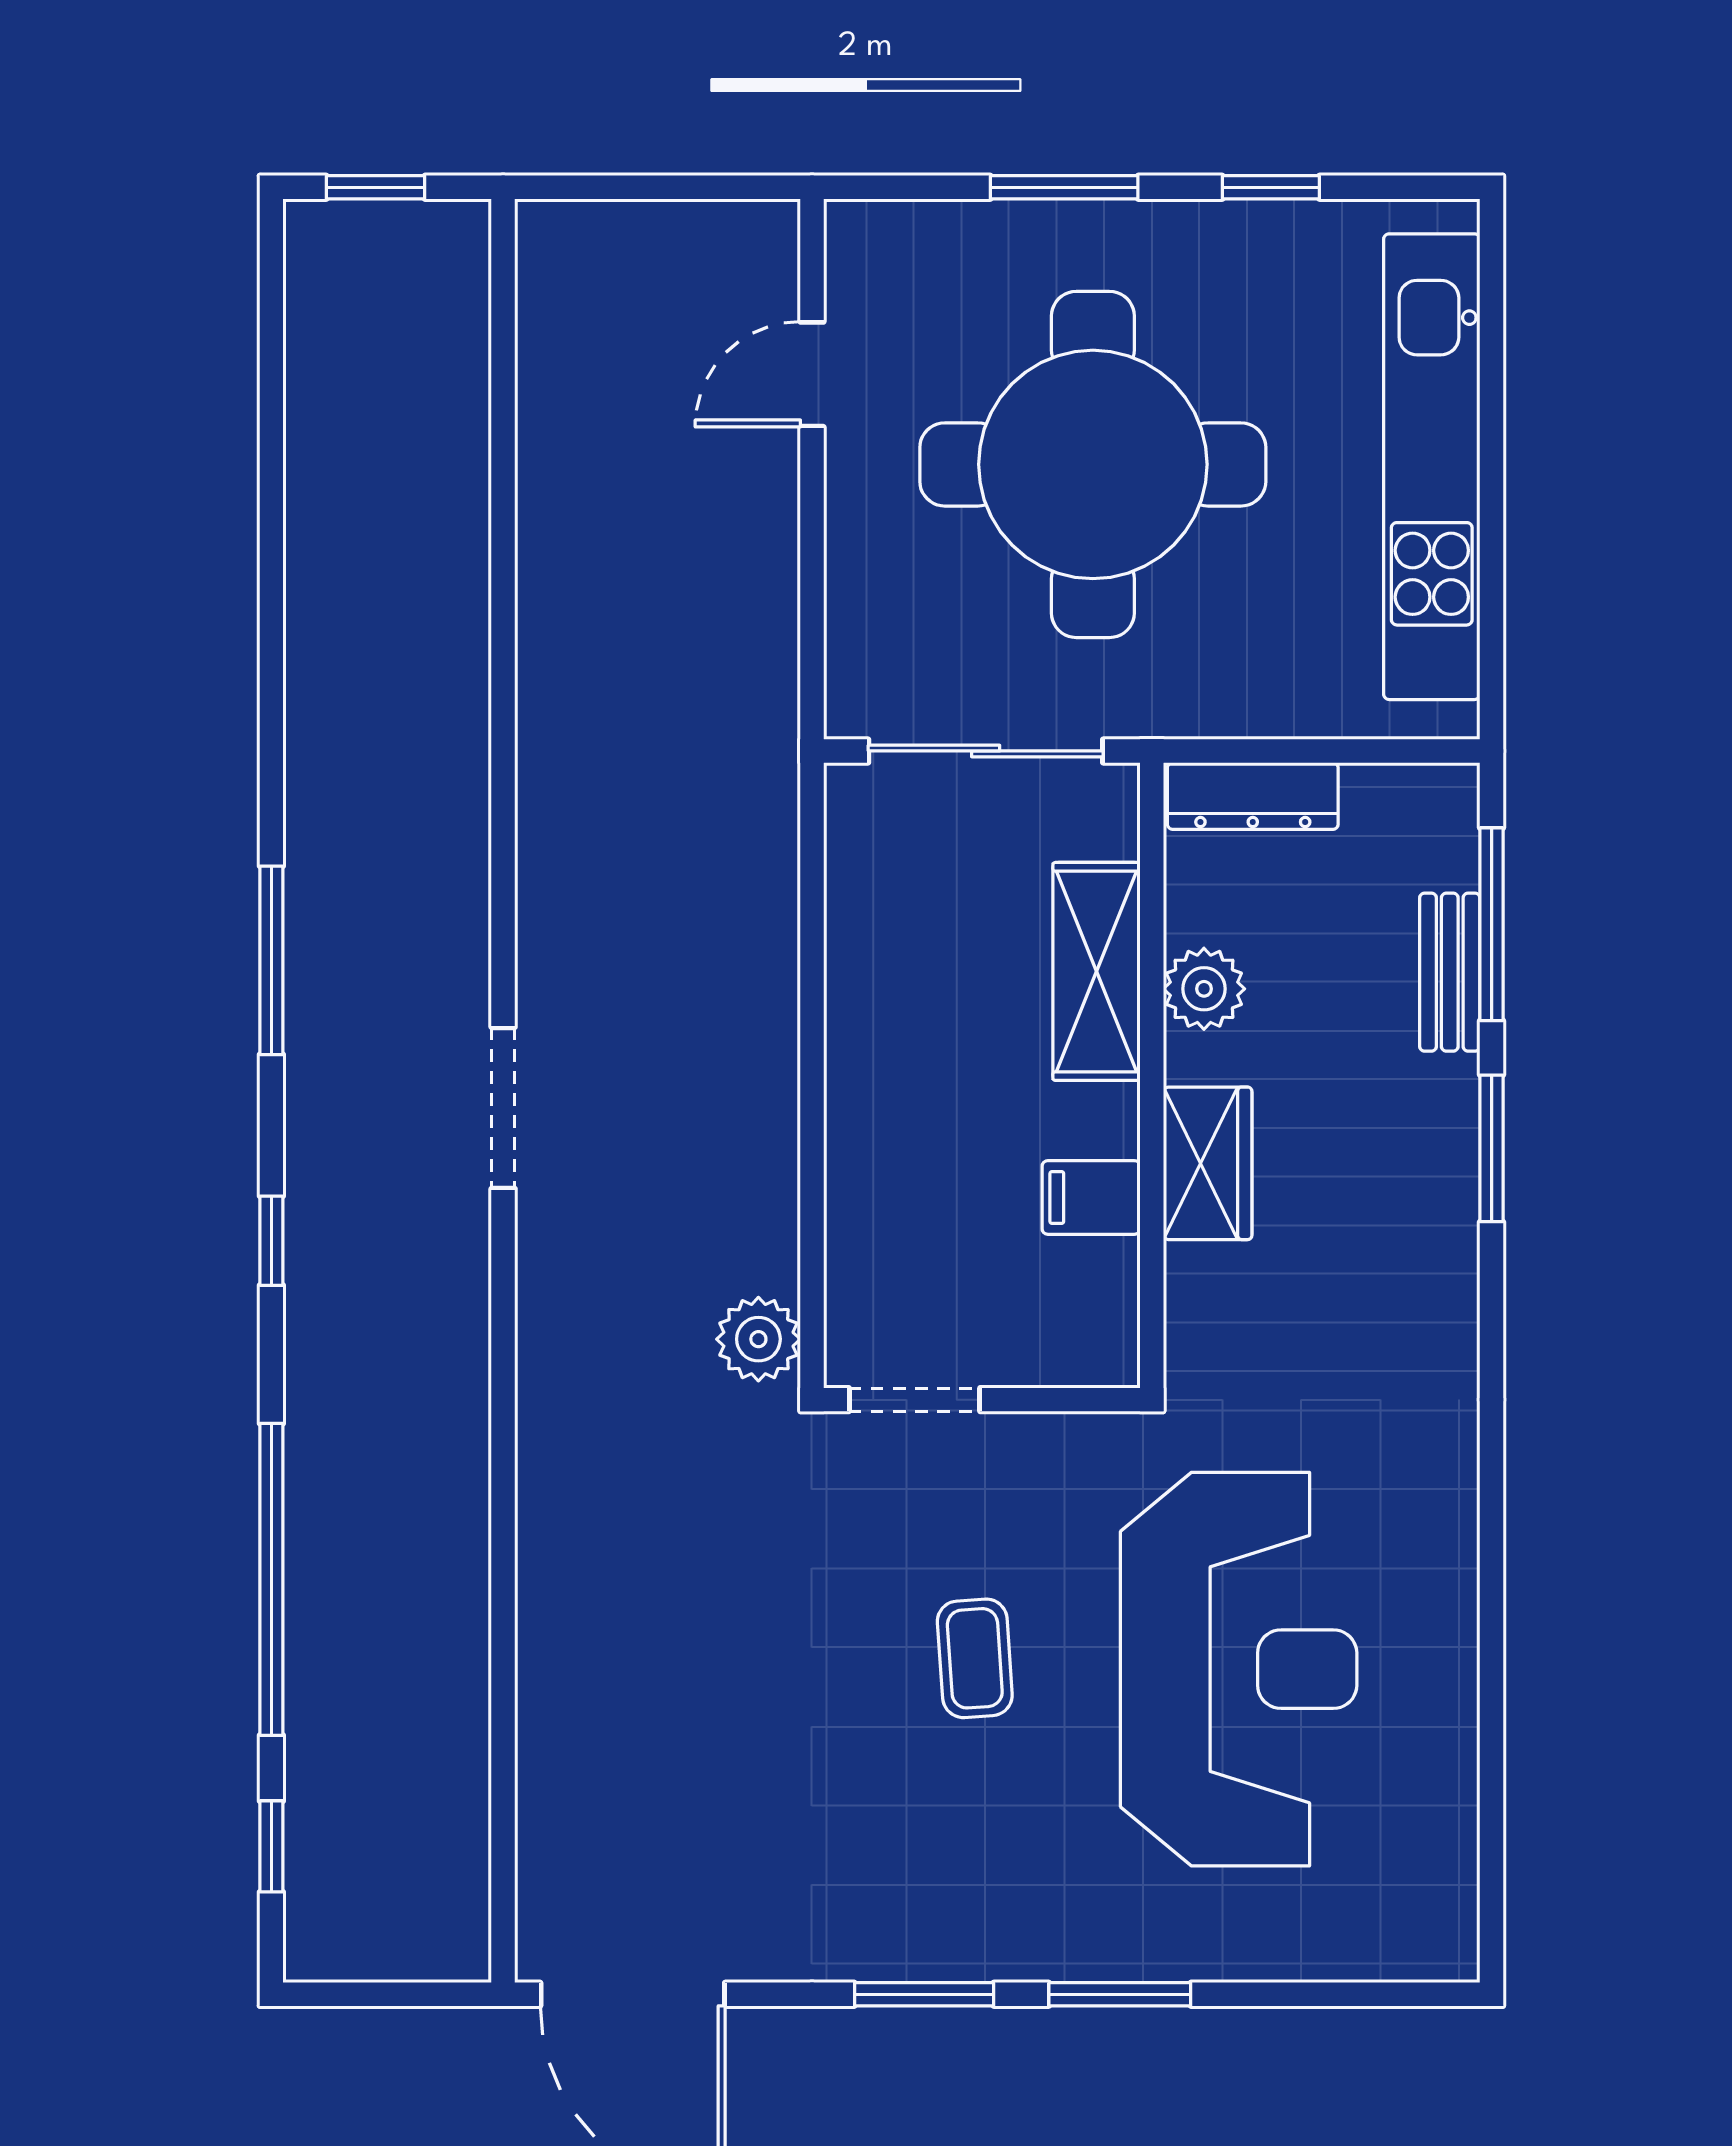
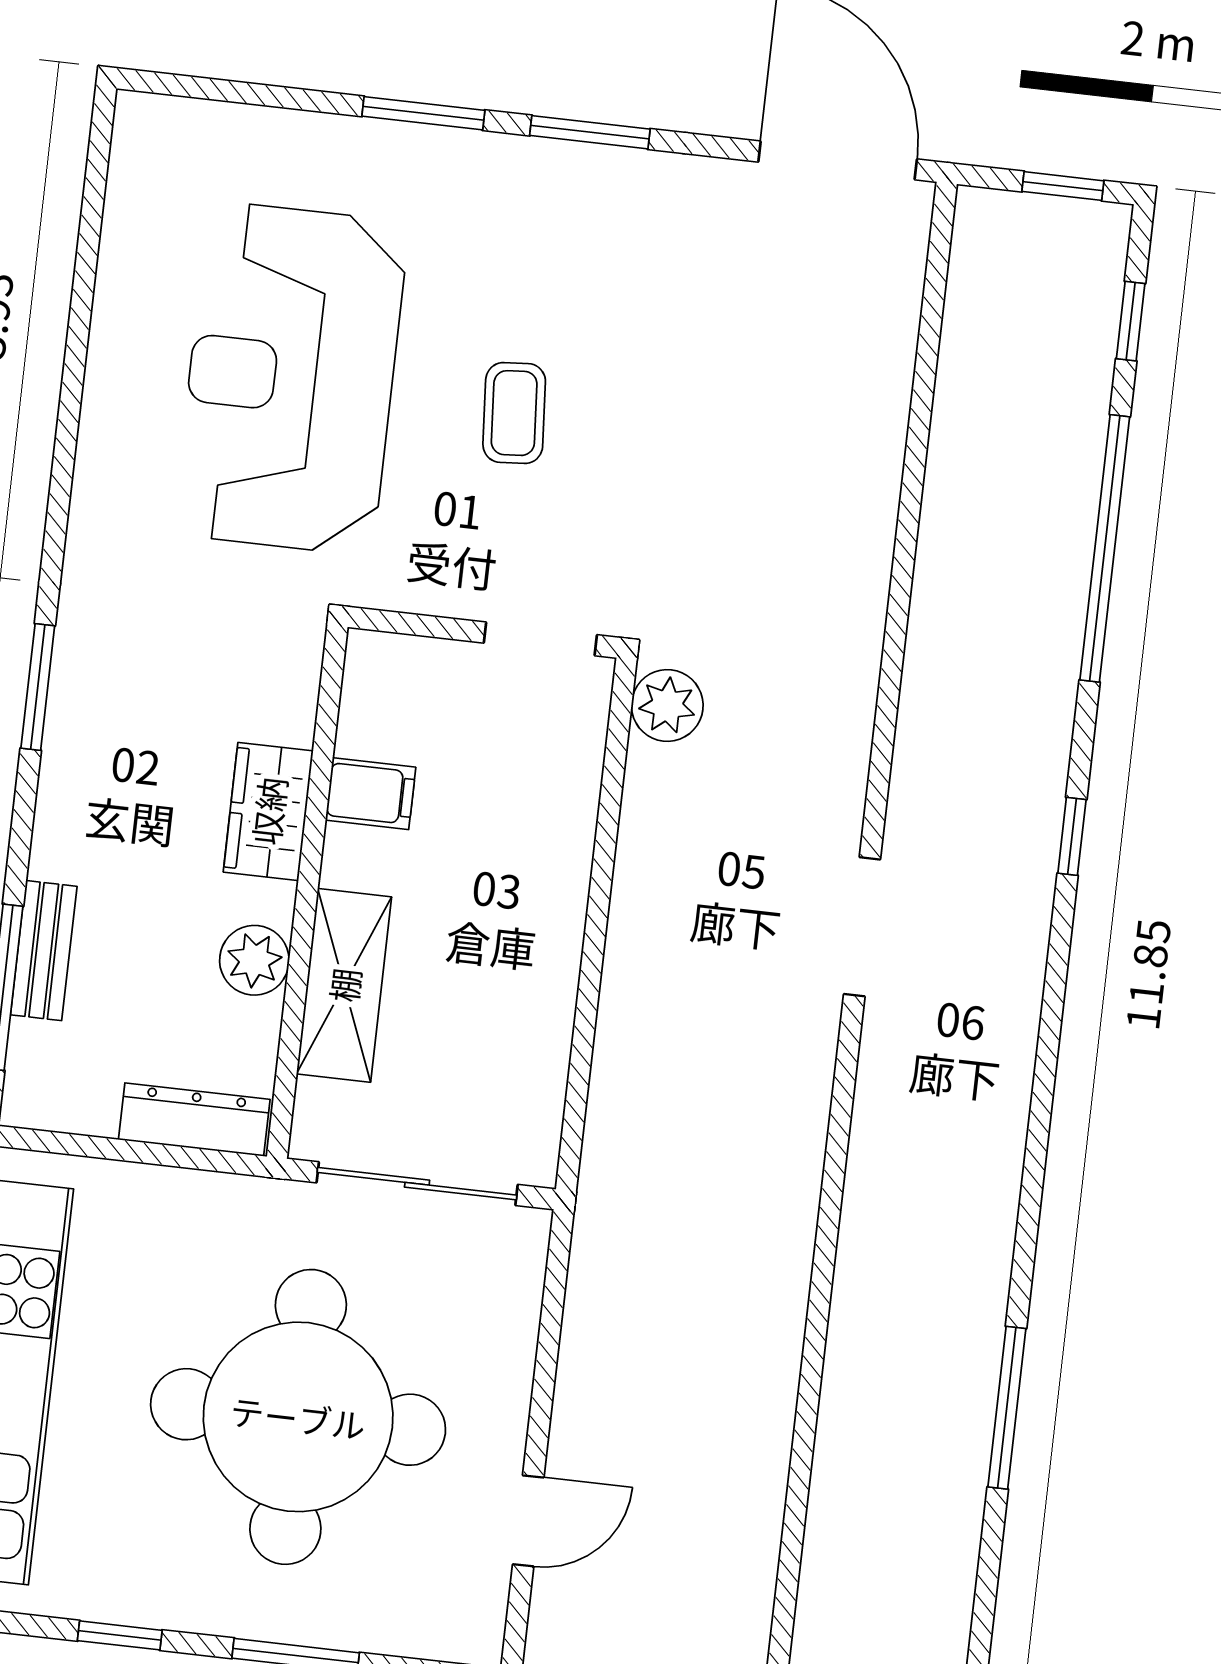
window: (271, 960) -> (1007, 1408), moved
window: (1492, 1148) -> (38, 687), moved
window: (368, 1994) -> (1063, 186), added

